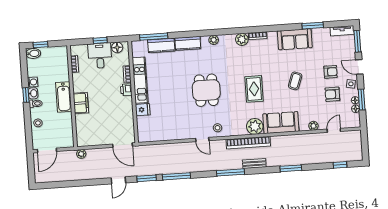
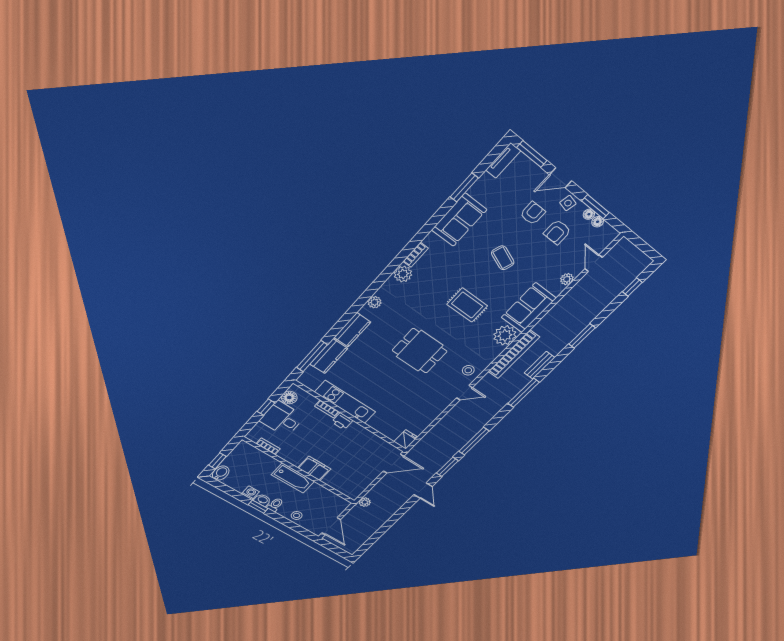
fridge: (143, 110) -> (406, 439), moved

